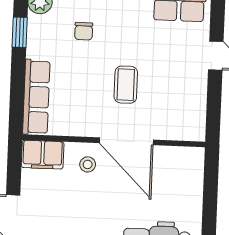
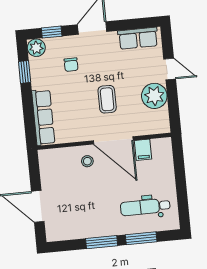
plant: (190, 89) -> (154, 96), added
filing cabinet: (43, 155) -> (143, 150), moved, width x0.50

